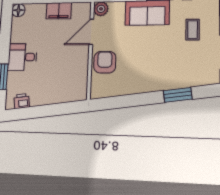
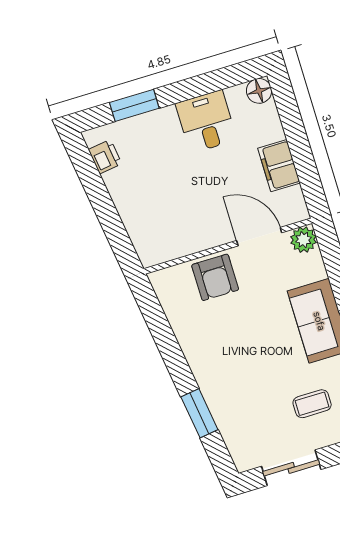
desk: (22, 57) -> (206, 122), moved
armchair: (105, 62) -> (215, 277), turned 90

